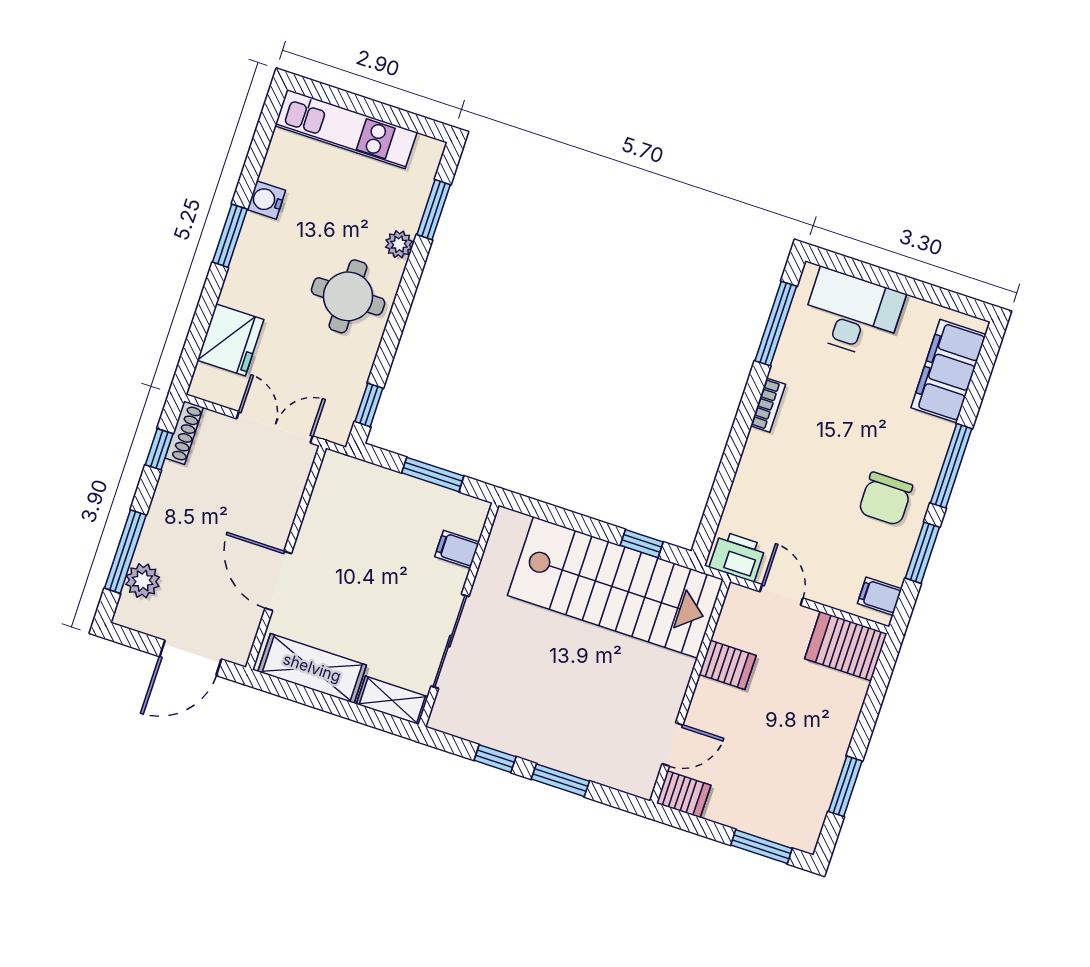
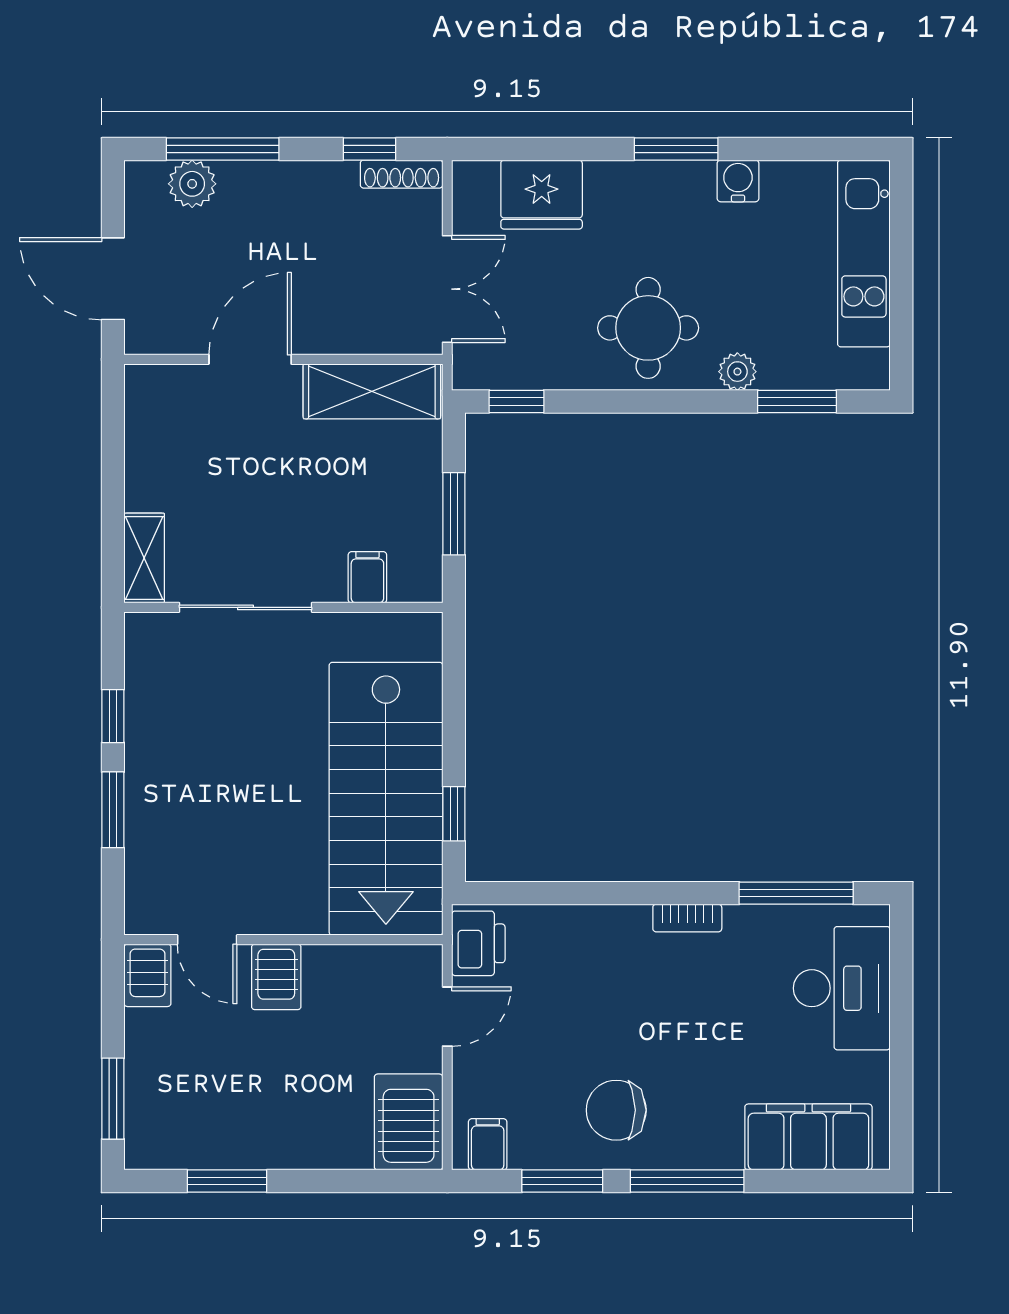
server rack: (728, 665) -> (276, 977), moved
shelving: (312, 668) -> (372, 391), moved, turned 90

